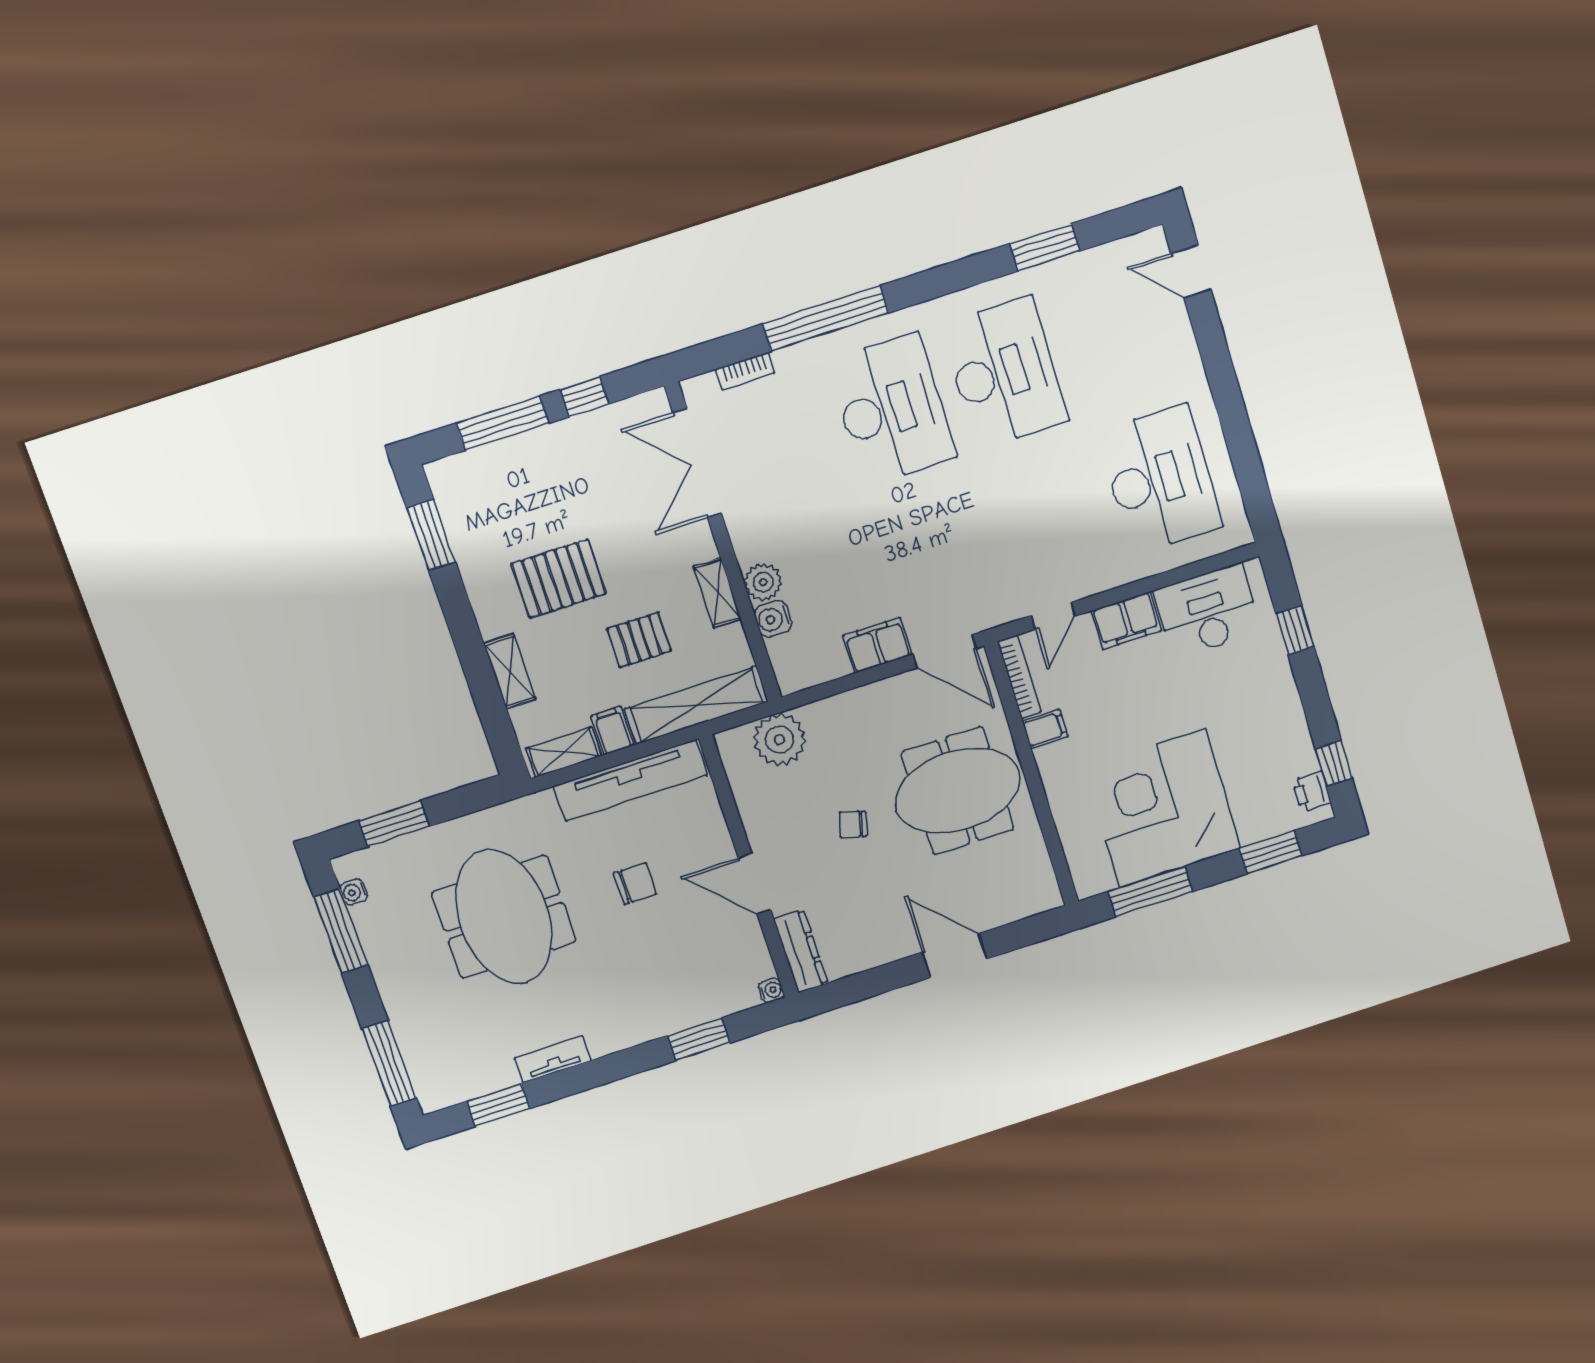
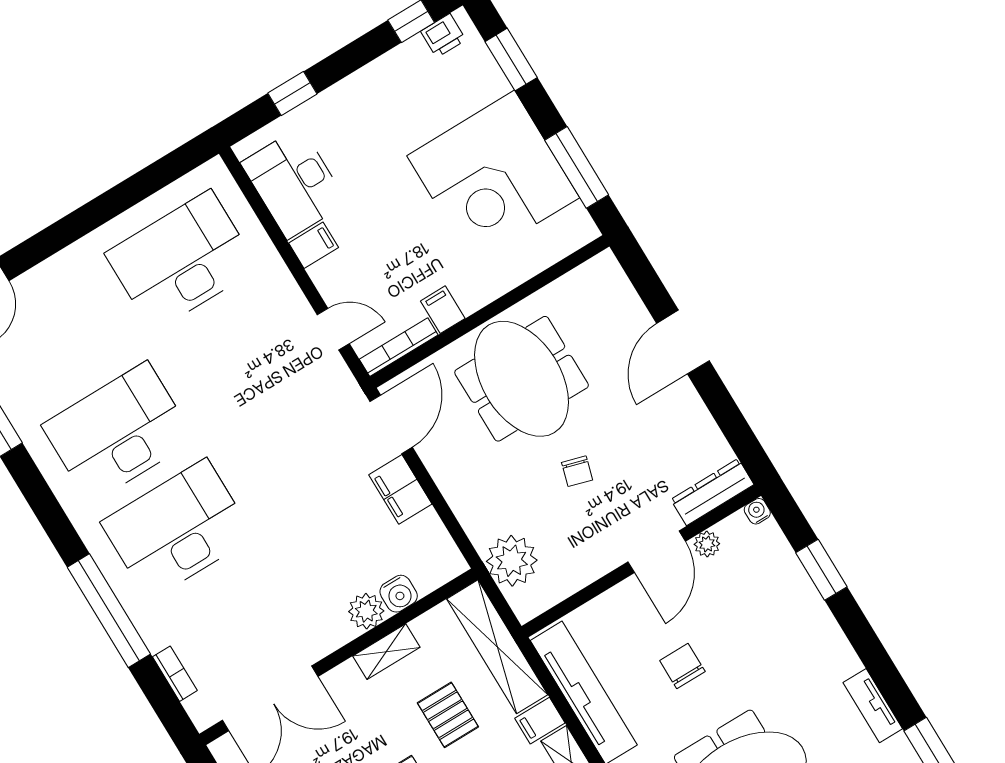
filing cabinet: (1126, 621) -> (314, 245), width x0.50
plant: (751, 935) -> (707, 544), added

